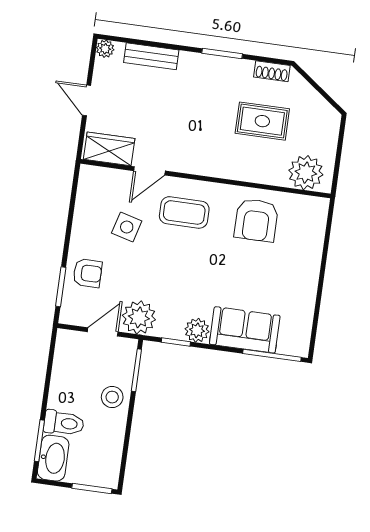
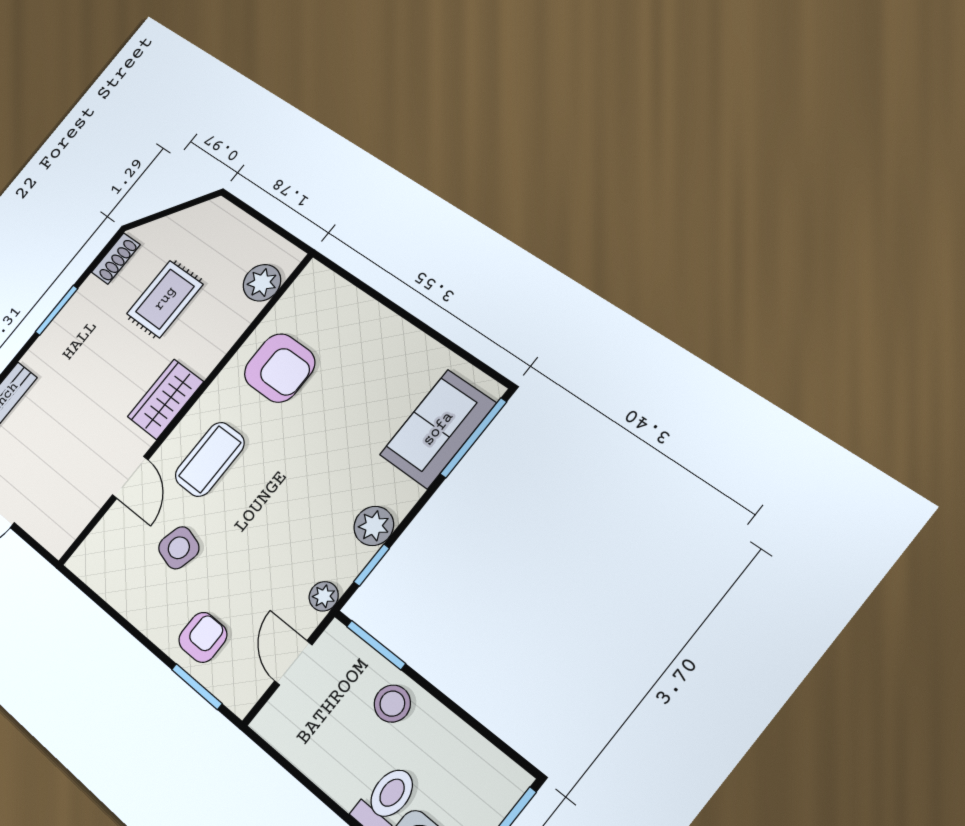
wardrobe: (109, 149) -> (165, 399), moved
plant: (306, 173) -> (262, 283), width x0.73, depth x0.73
plant: (139, 317) -> (324, 596), width x0.53, depth x0.53
sofa: (245, 330) -> (438, 429), moved

